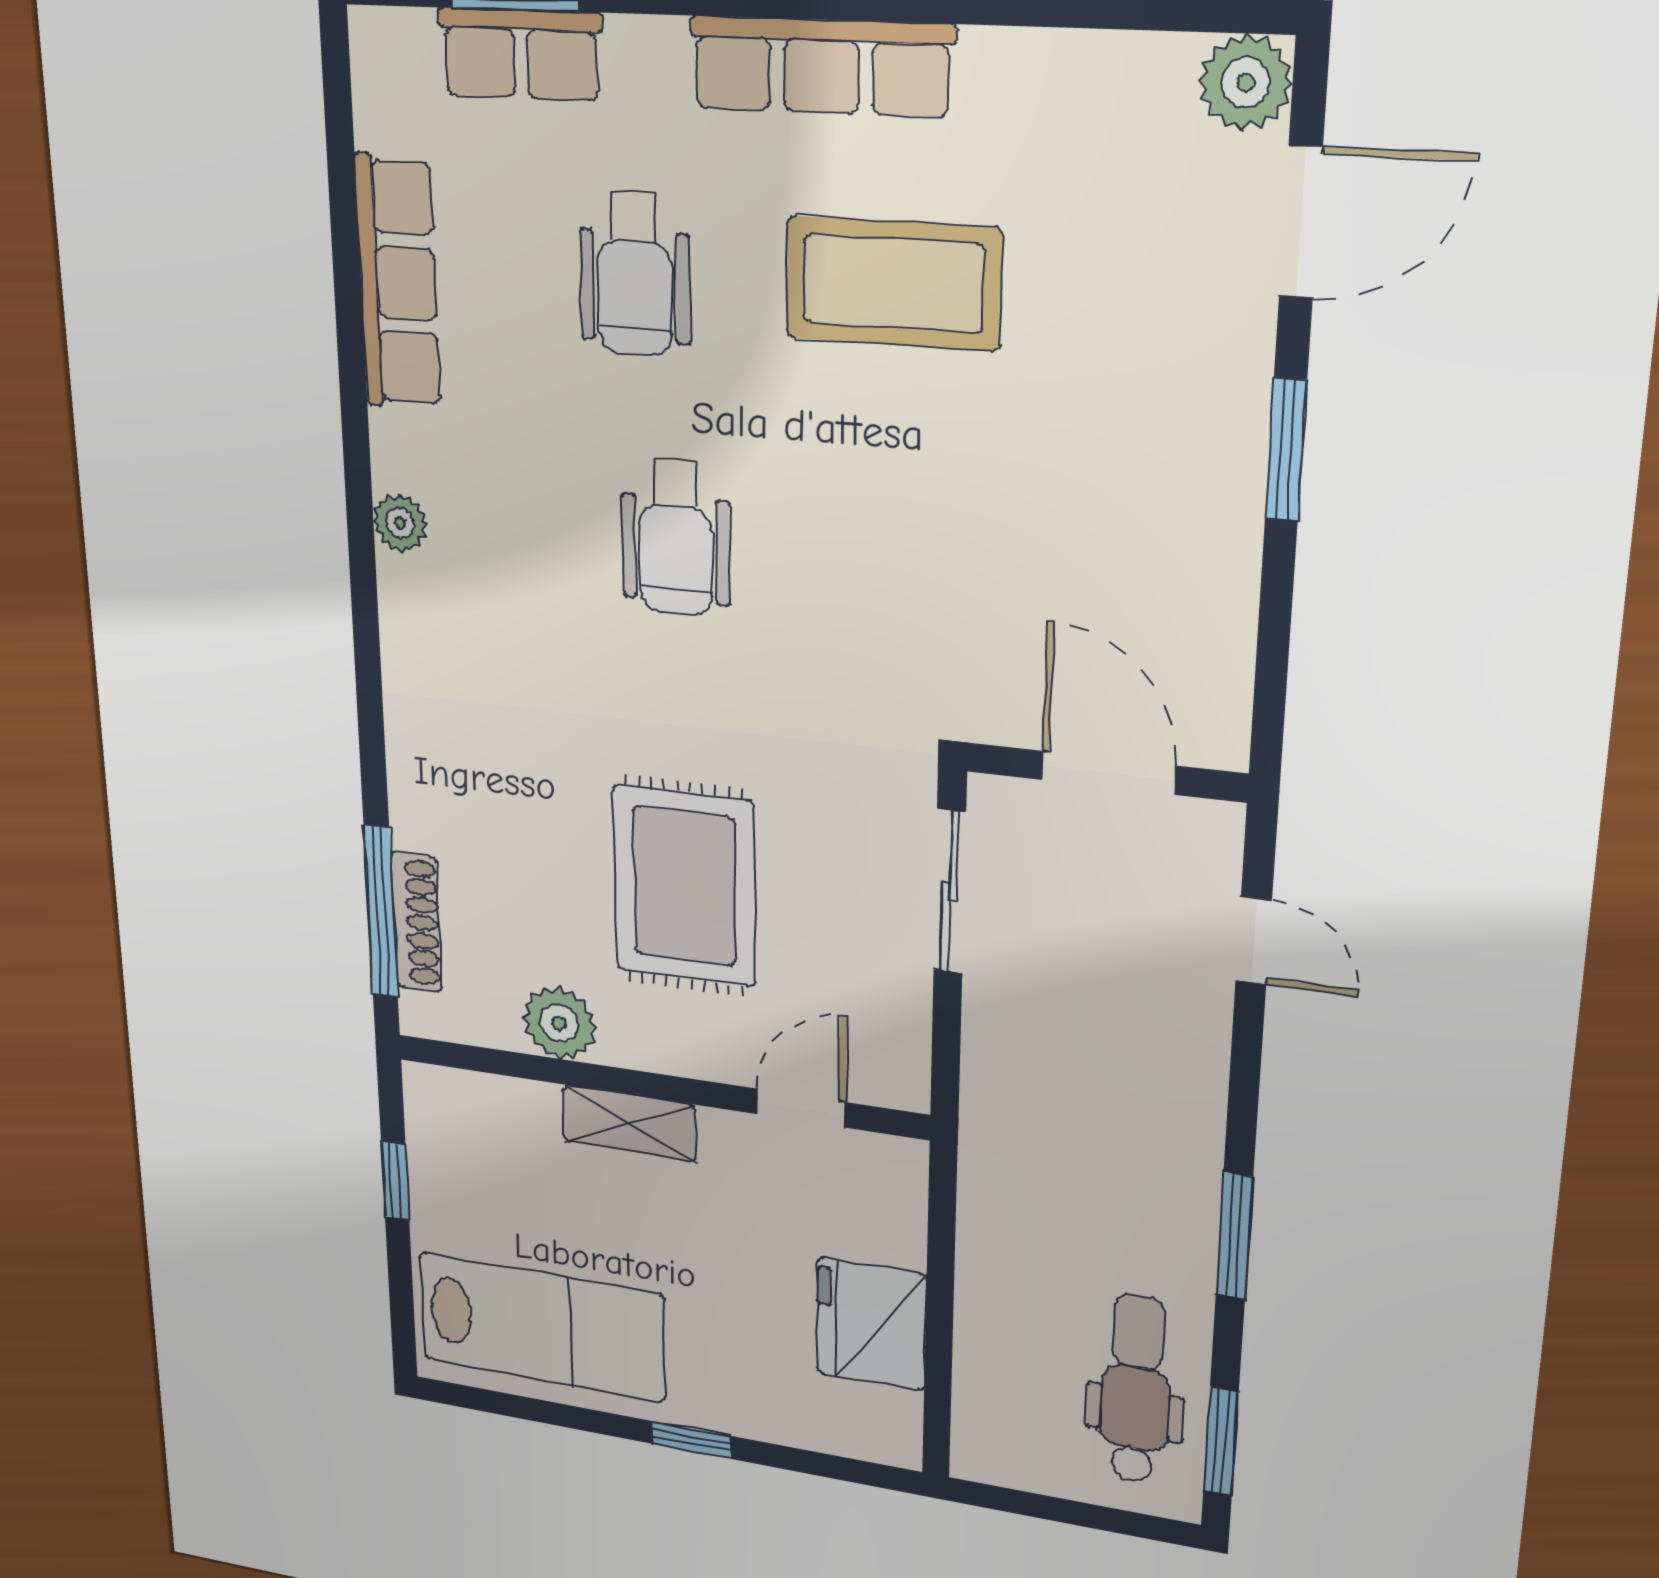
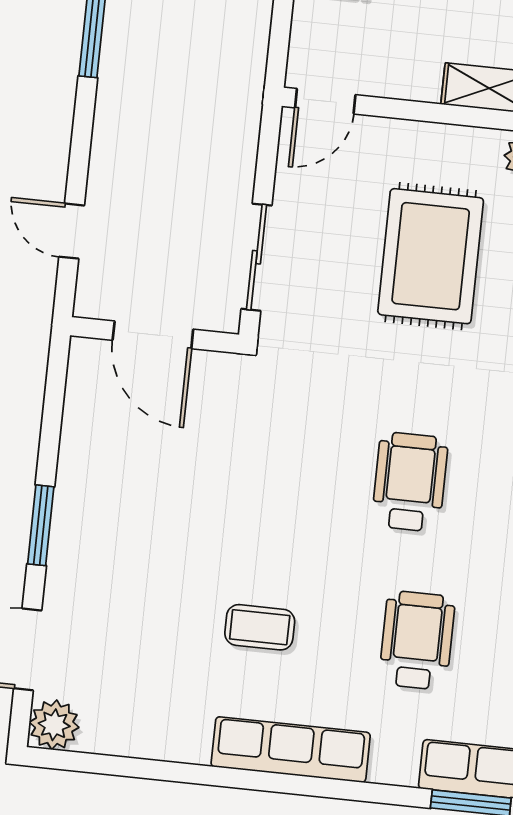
coffee table: (893, 284) -> (260, 627), width x0.54, depth x0.58
door: (801, 1108) -> (325, 101), moved

